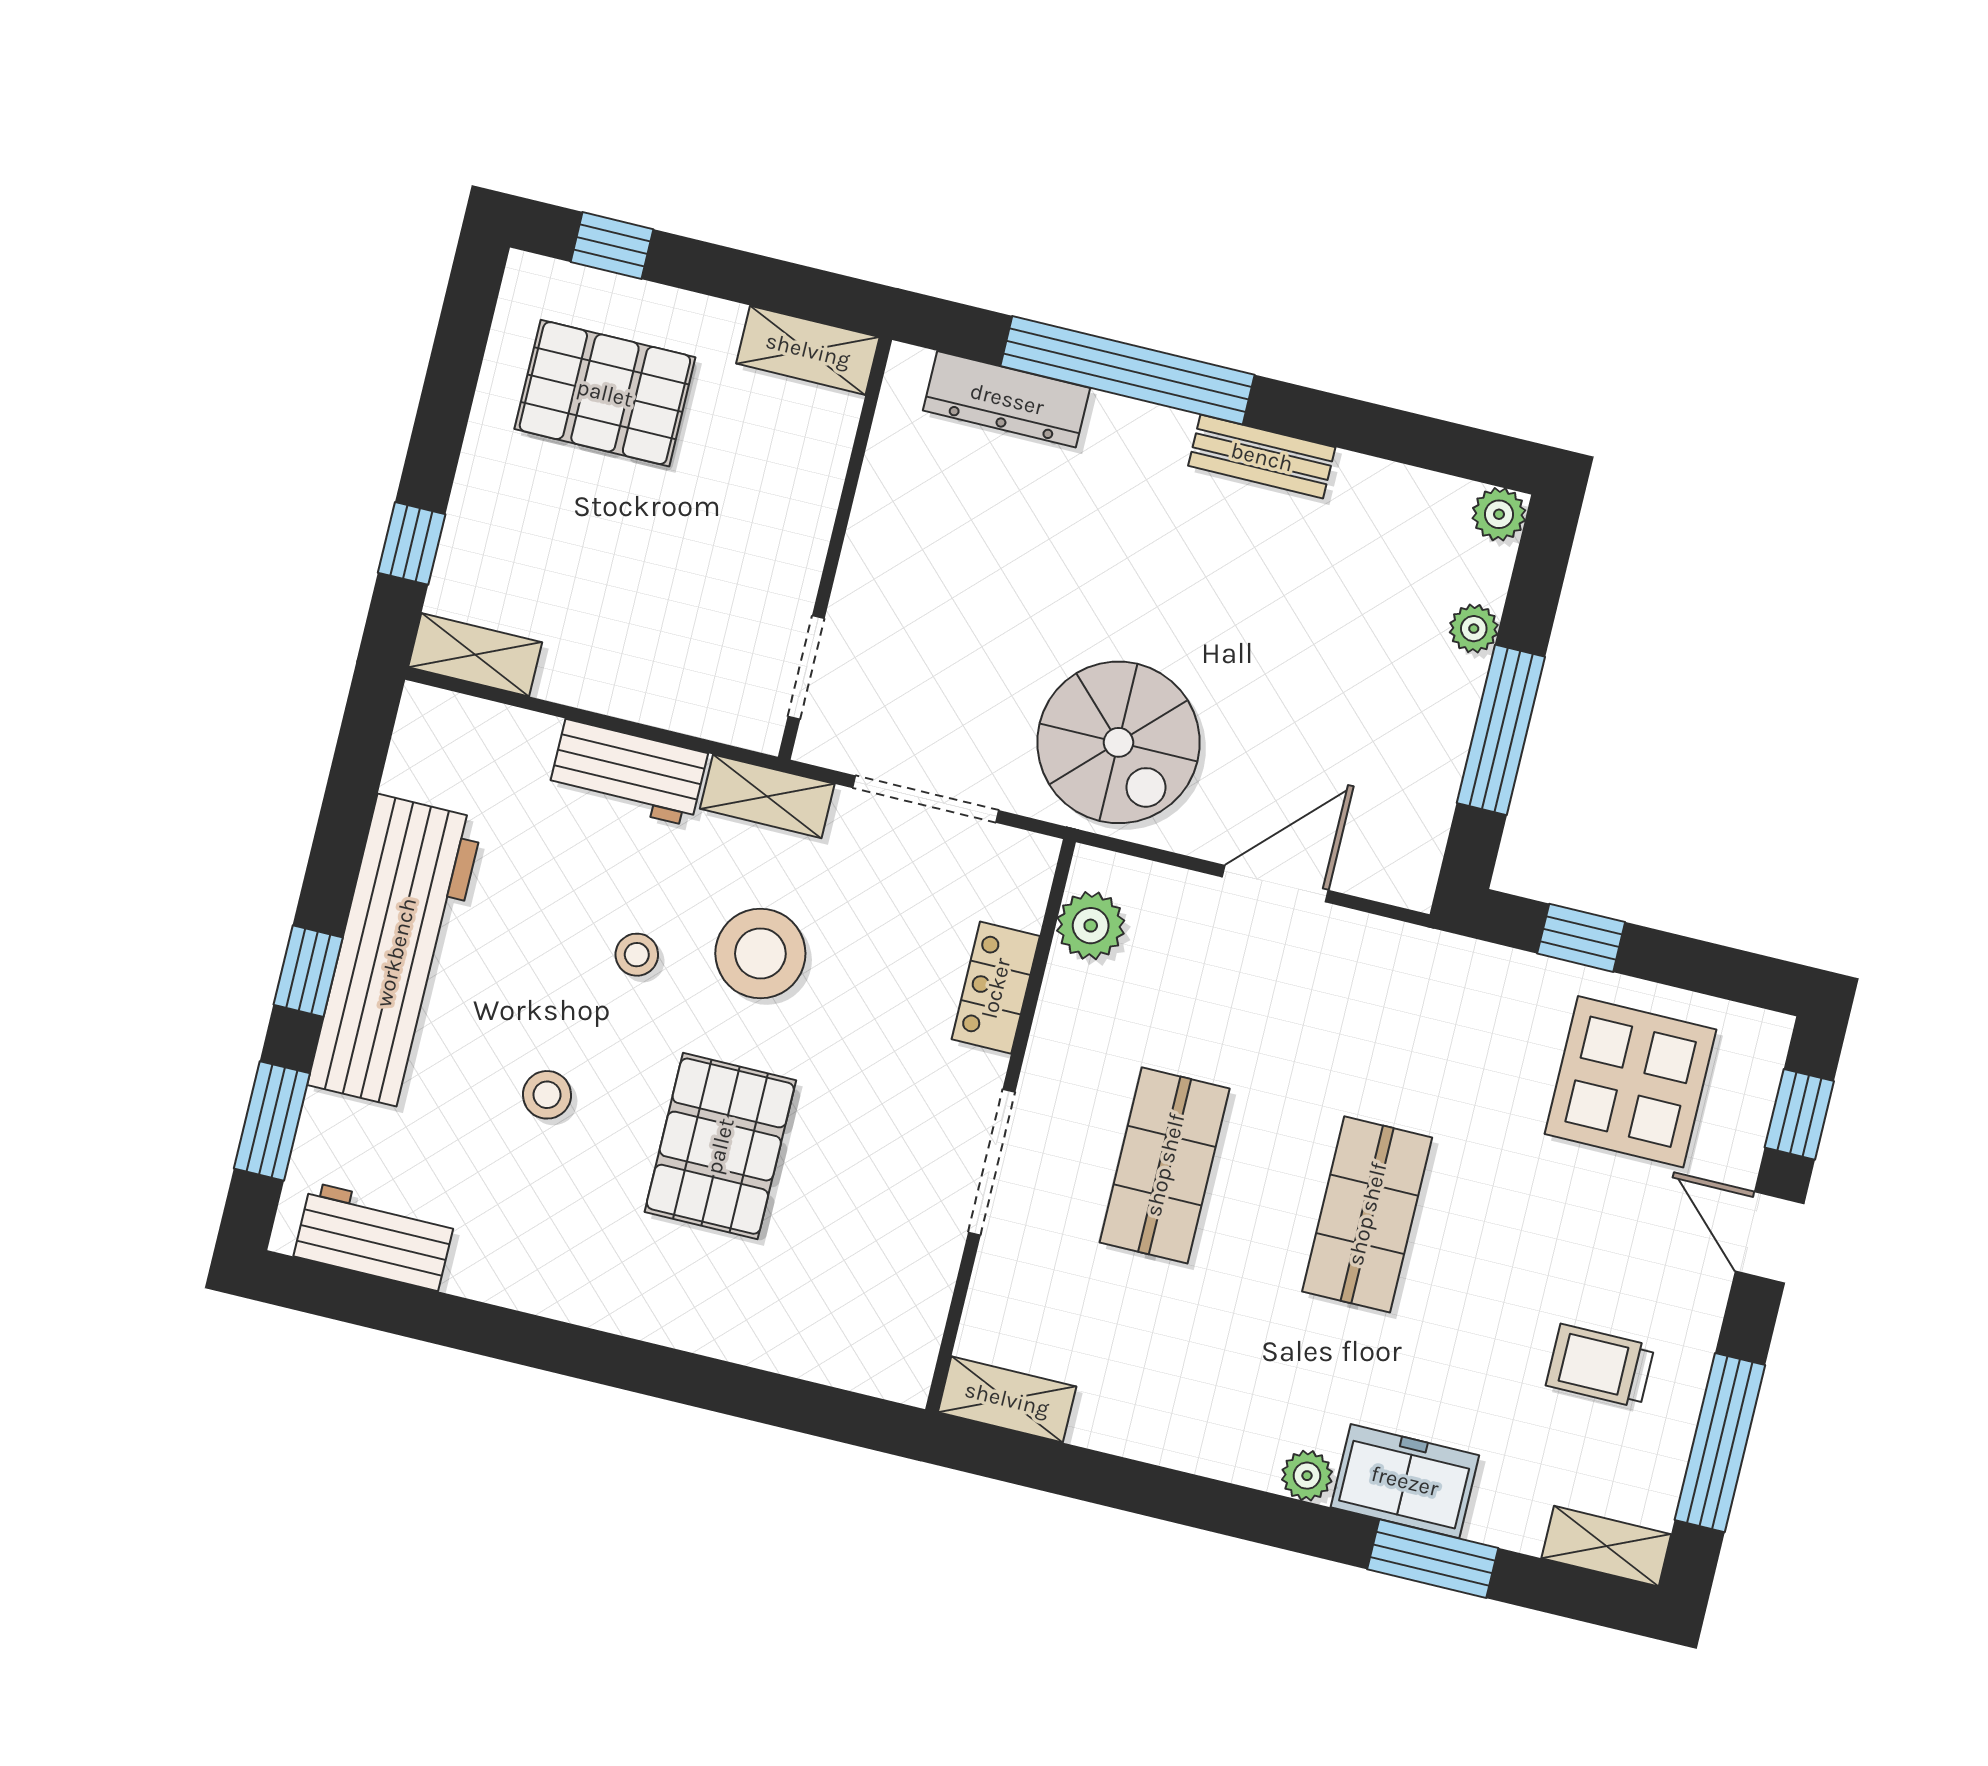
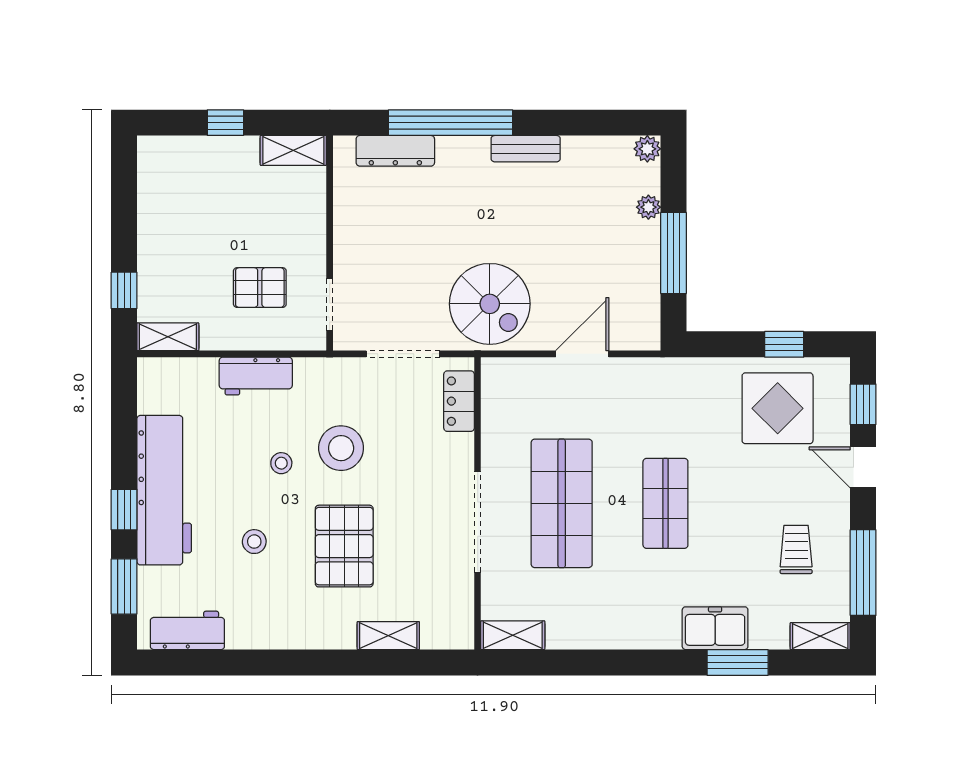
window: (612, 246) -> (225, 123), moved
pallet: (605, 393) -> (260, 288), moved, width x0.67, depth x0.71
shelving: (767, 796) -> (388, 636), moved
plant: (1091, 926) -> (498, 396), removed
window: (1581, 938) -> (784, 344), moved
locker: (996, 988) -> (459, 401), moved
doorway: (992, 1162) -> (478, 522), width x1.36
shop shelf: (1165, 1165) -> (562, 503), width x1.43, depth x1.36
trolley: (1600, 1366) -> (796, 549), turned 90
plant: (1307, 1476) -> (667, 637), removed

